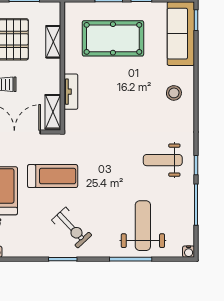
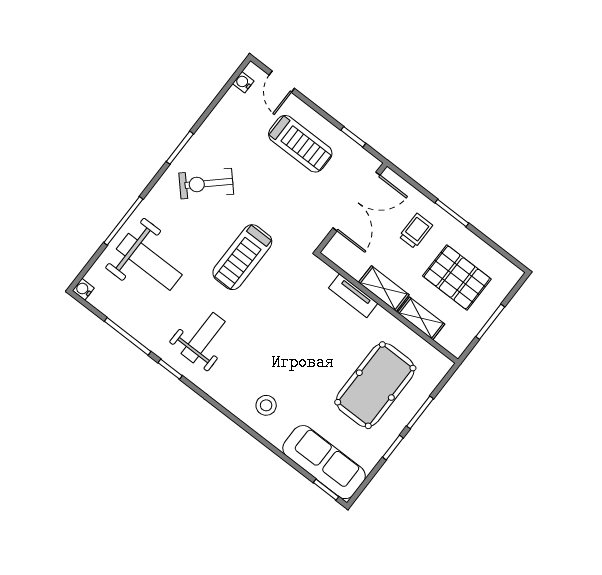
shelving: (53, 112) -> (384, 289), moved
treadmill: (53, 176) -> (242, 257), moved

